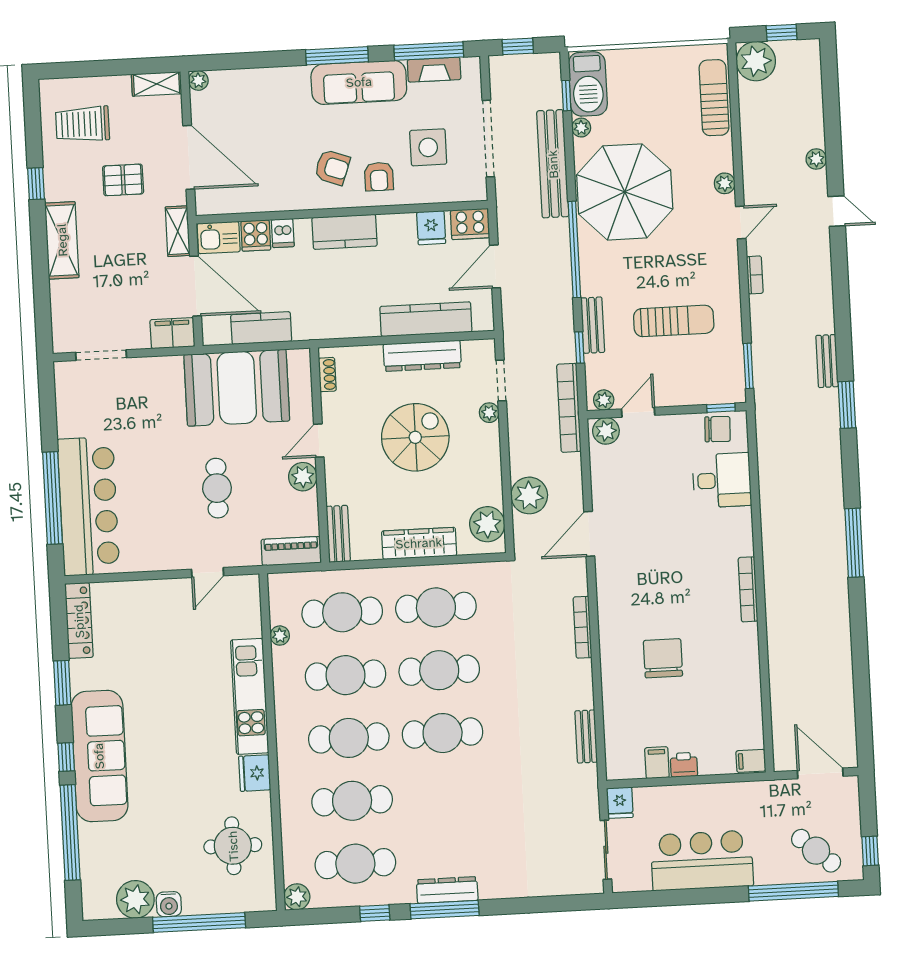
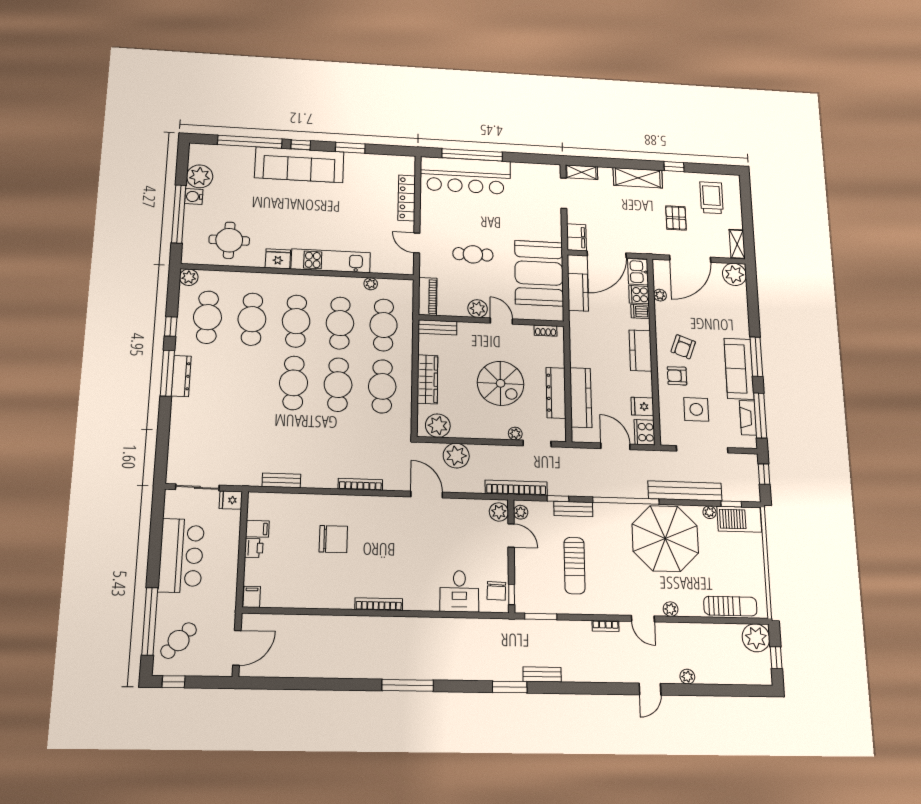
plant: (198, 80) -> (734, 274), width x1.87, depth x1.87
plant: (253, 203) -> (660, 295), added
shelving: (178, 231) -> (581, 172), moved
locker: (79, 621) -> (407, 198), moved, turned 90

